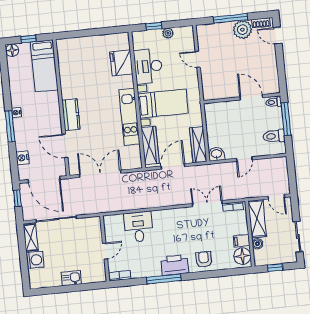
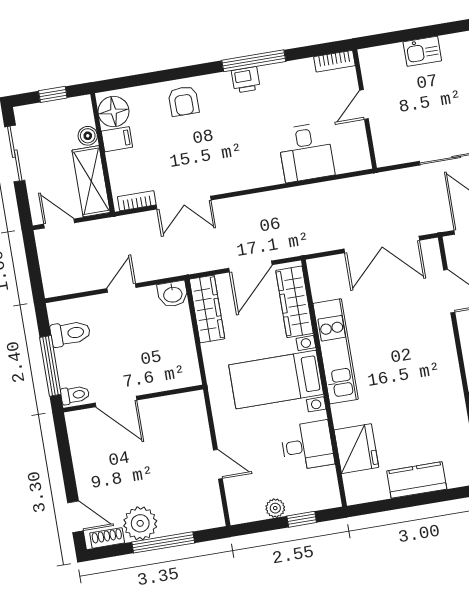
desk: (148, 66) -> (307, 446), width x0.73
kitchen counter: (71, 115) -> (417, 480), moved, turned 90
printer: (175, 265) -> (246, 80), width x0.53, depth x0.68

